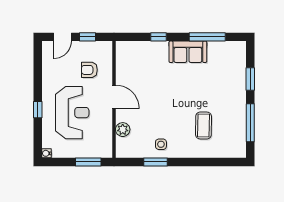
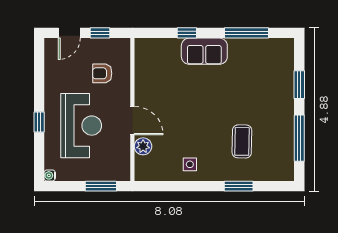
sofa: (188, 52) -> (204, 51), moved
door: (114, 97) -> (132, 121), moved
window: (155, 162) -> (239, 186), moved

